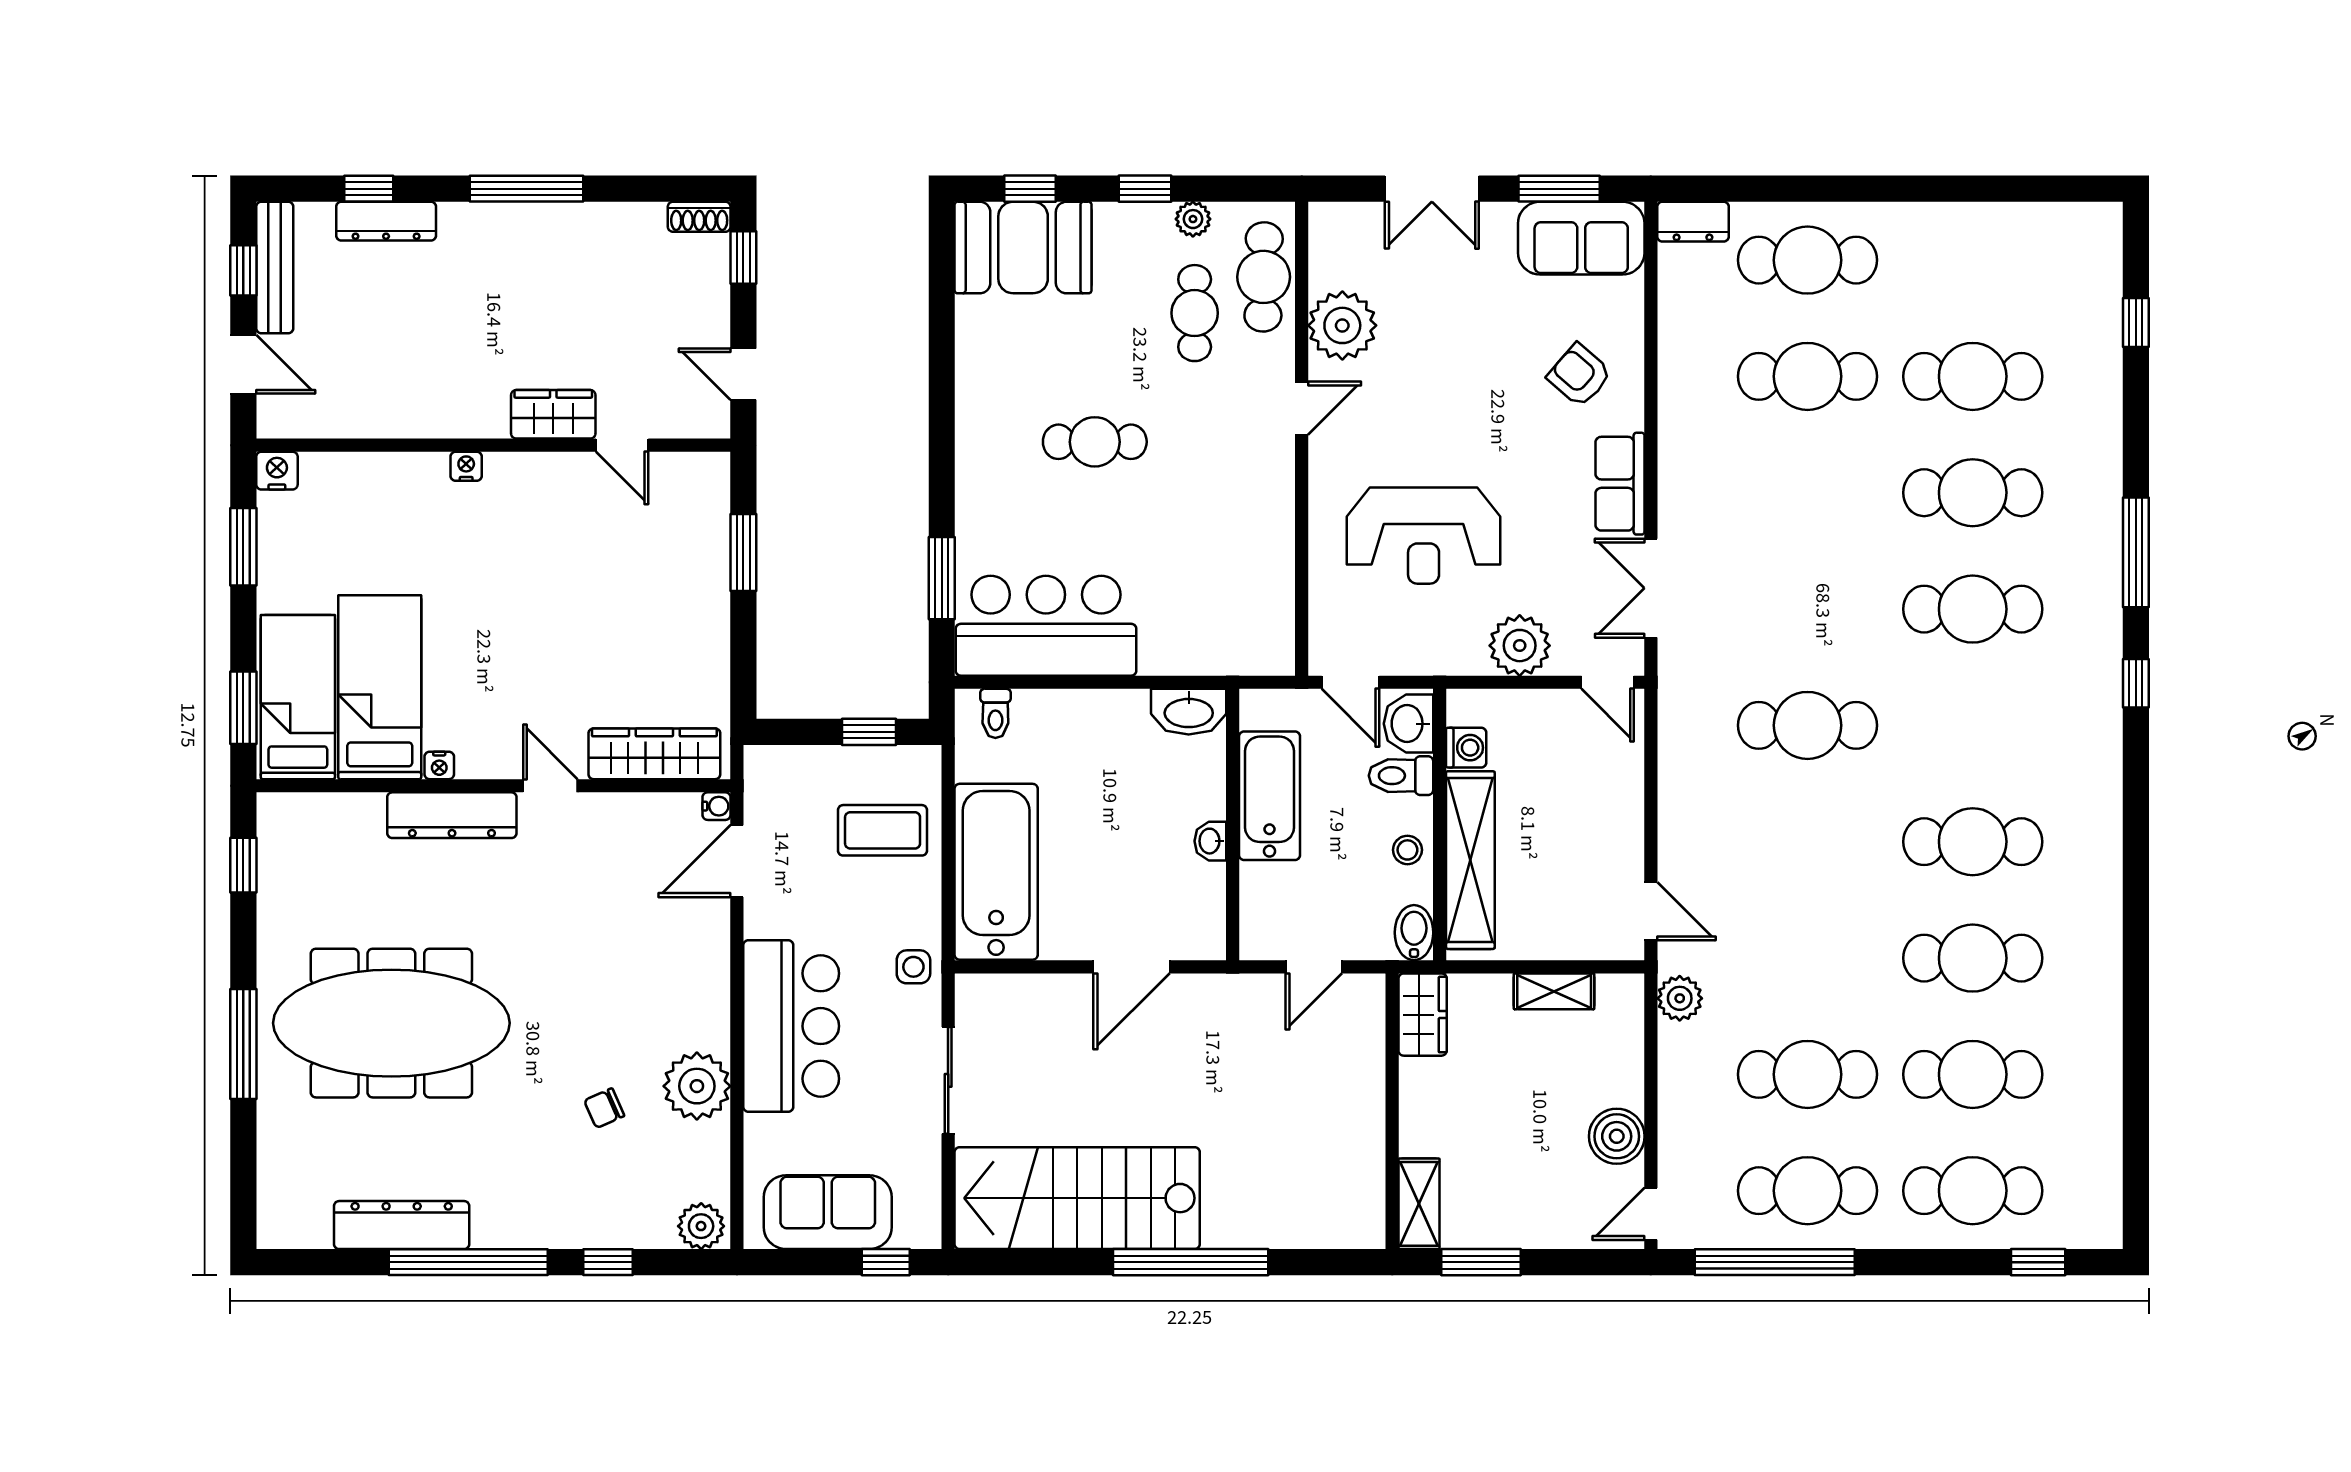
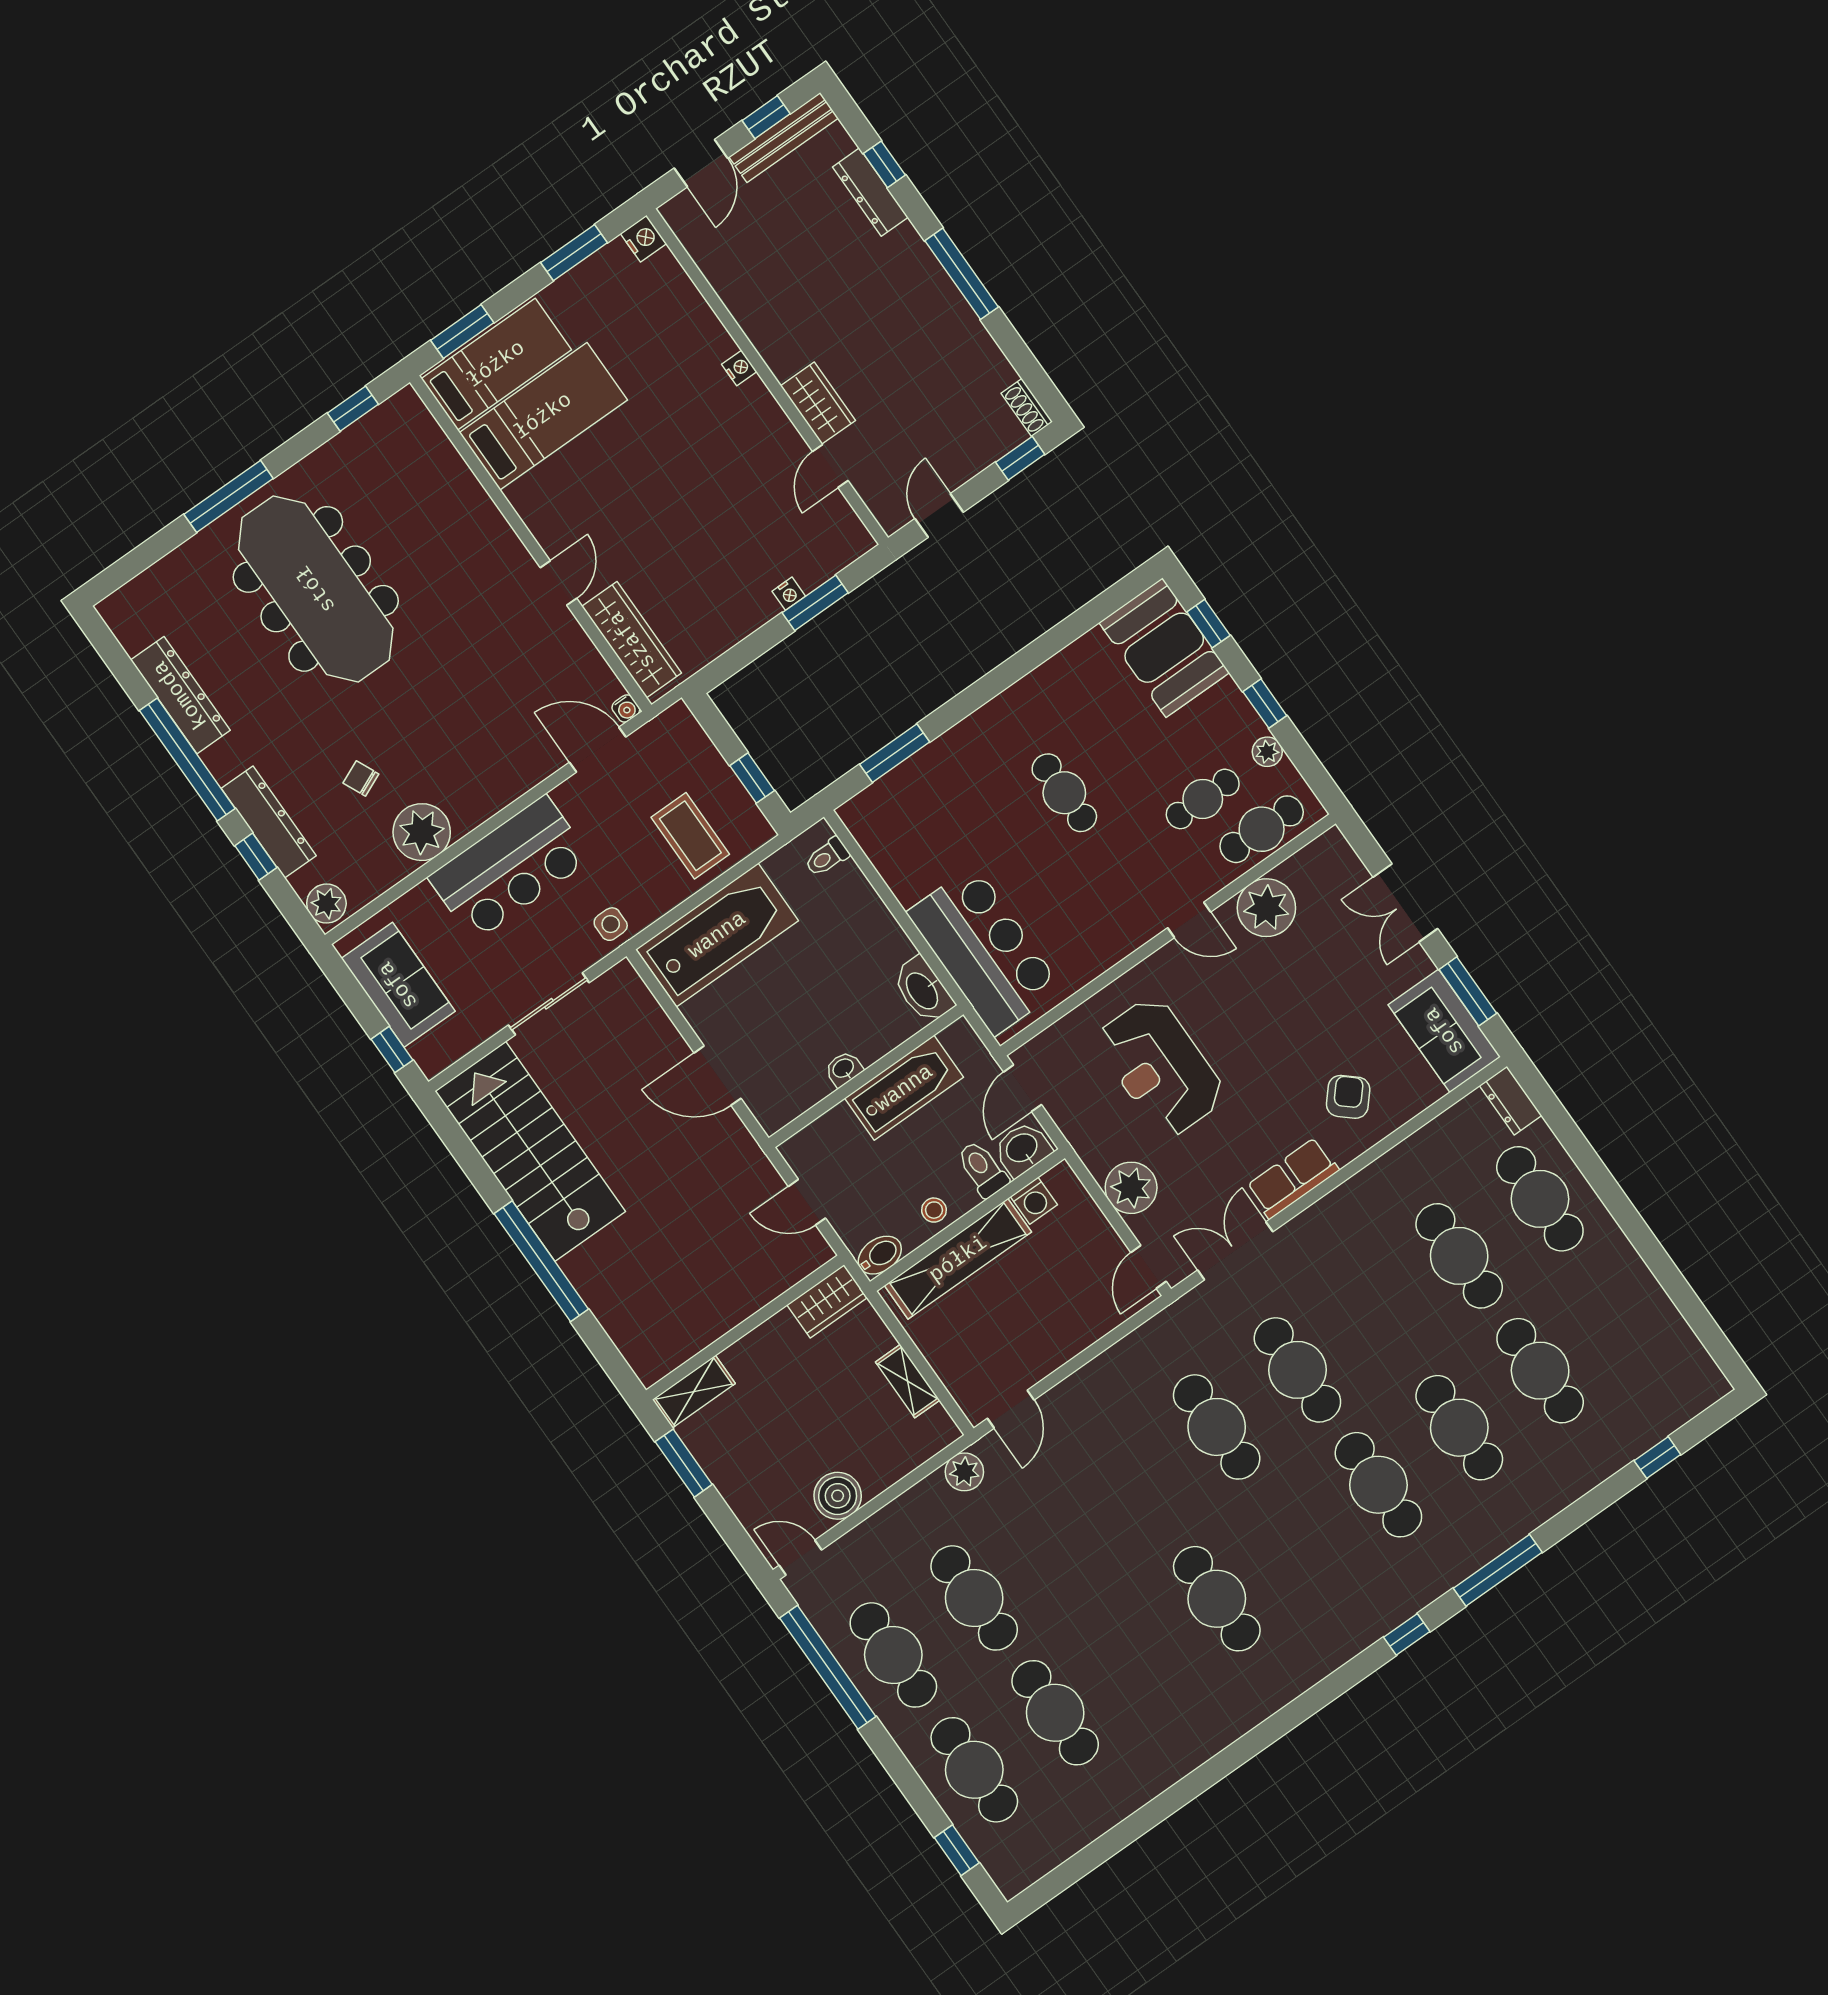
bar counter: (1046, 626) -> (984, 950), moved
nightstand: (439, 765) -> (789, 594), moved, turned -90
dresser: (452, 815) -> (269, 822), moved, turned 180
cafe table: (1973, 958) -> (1297, 1370), moved

